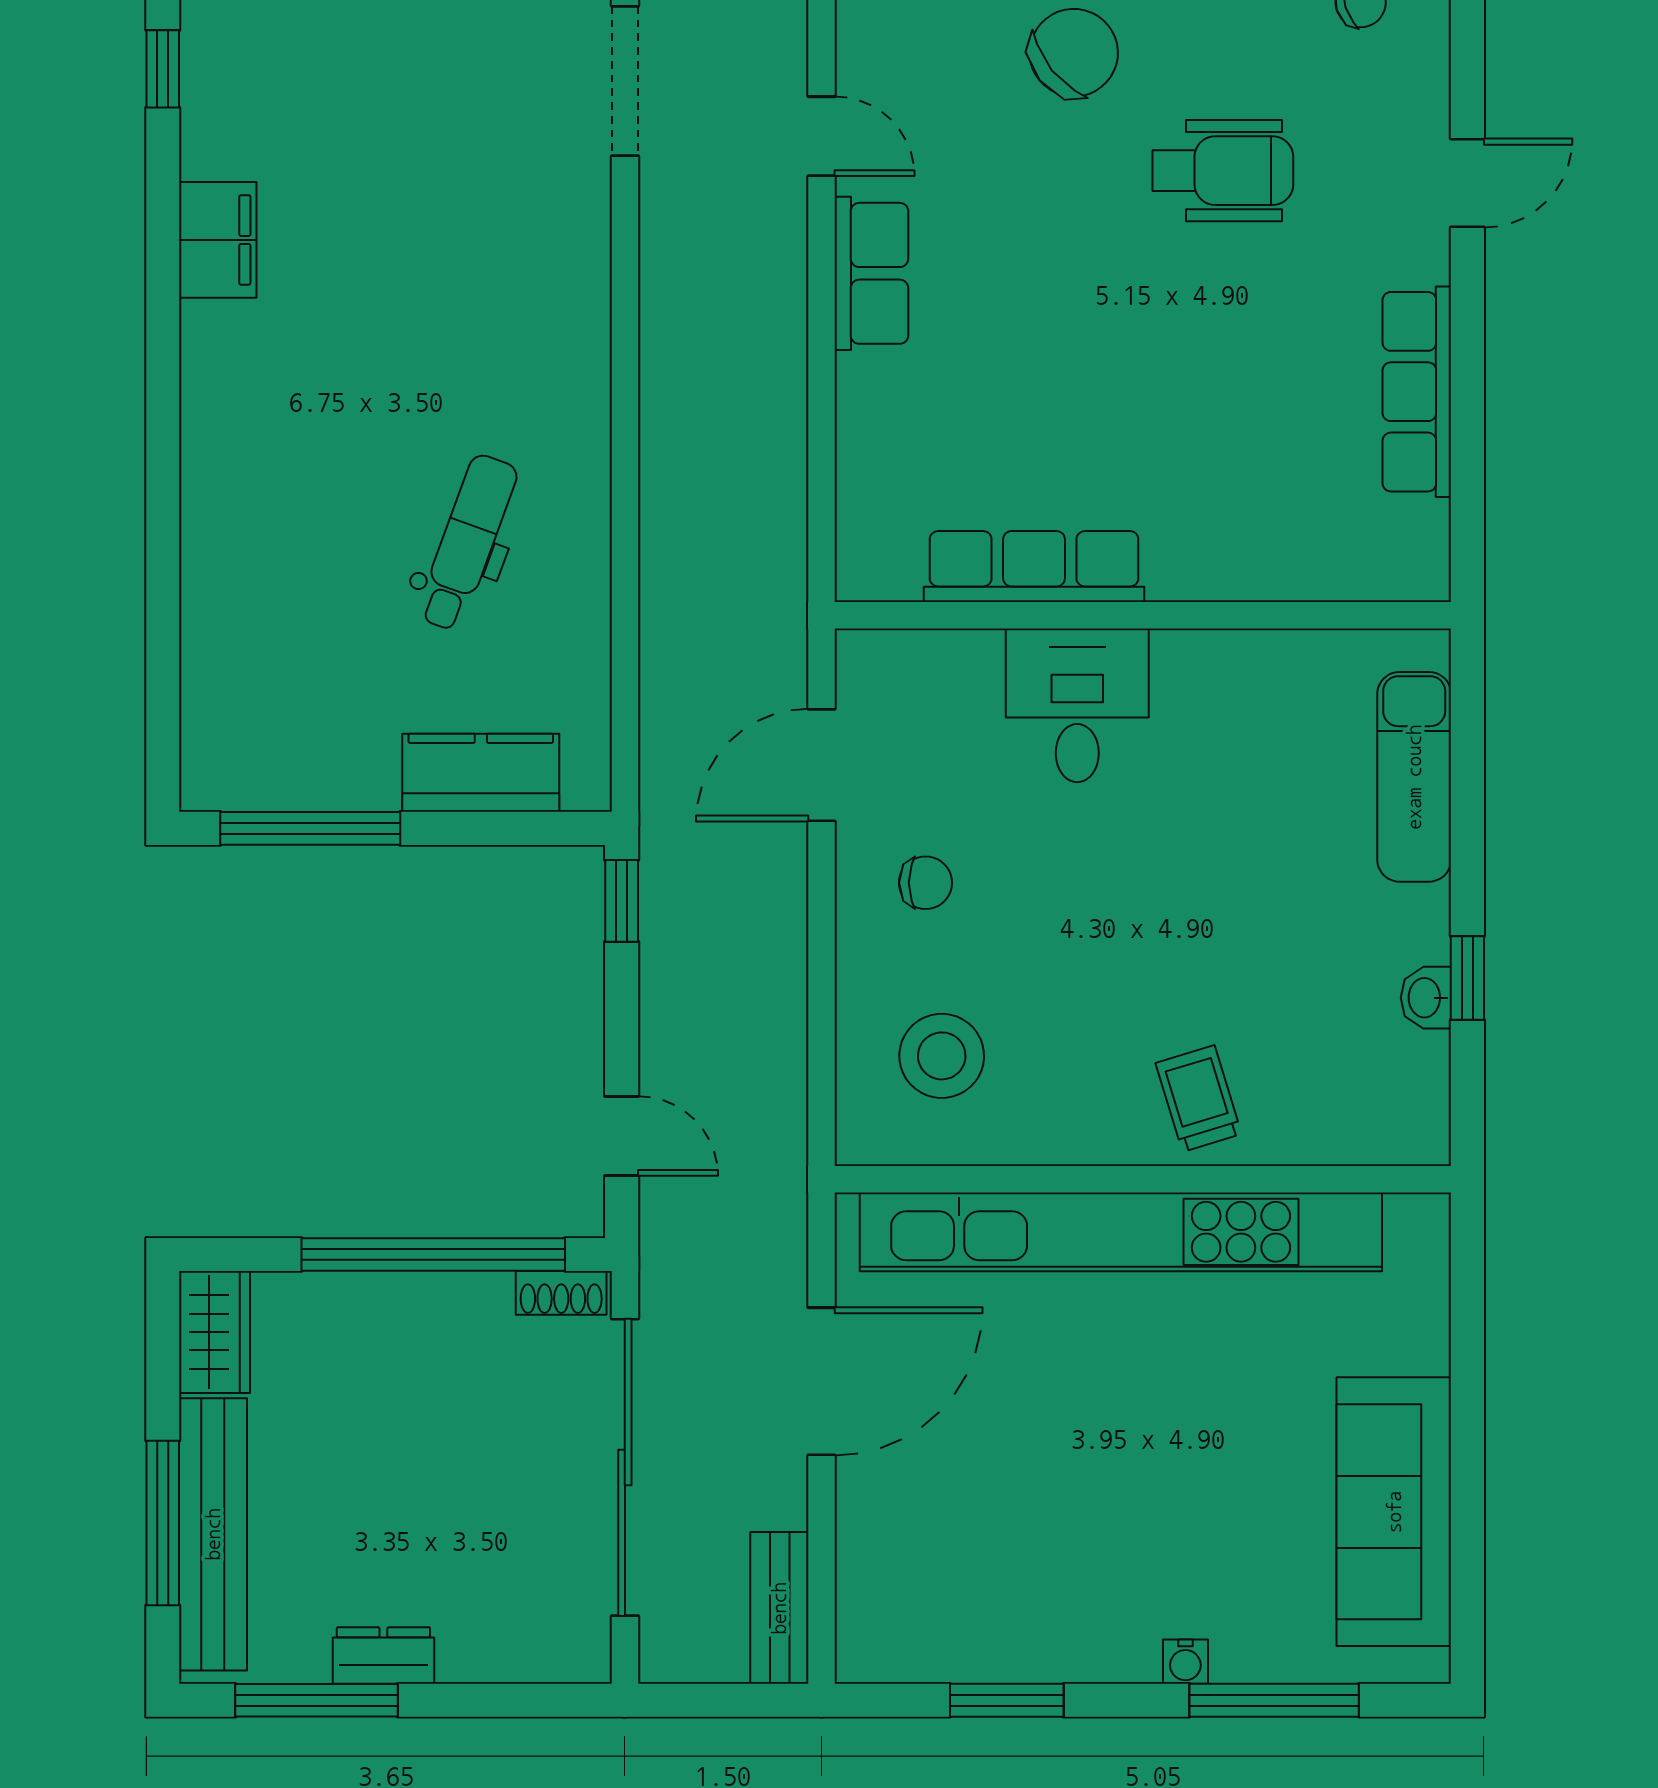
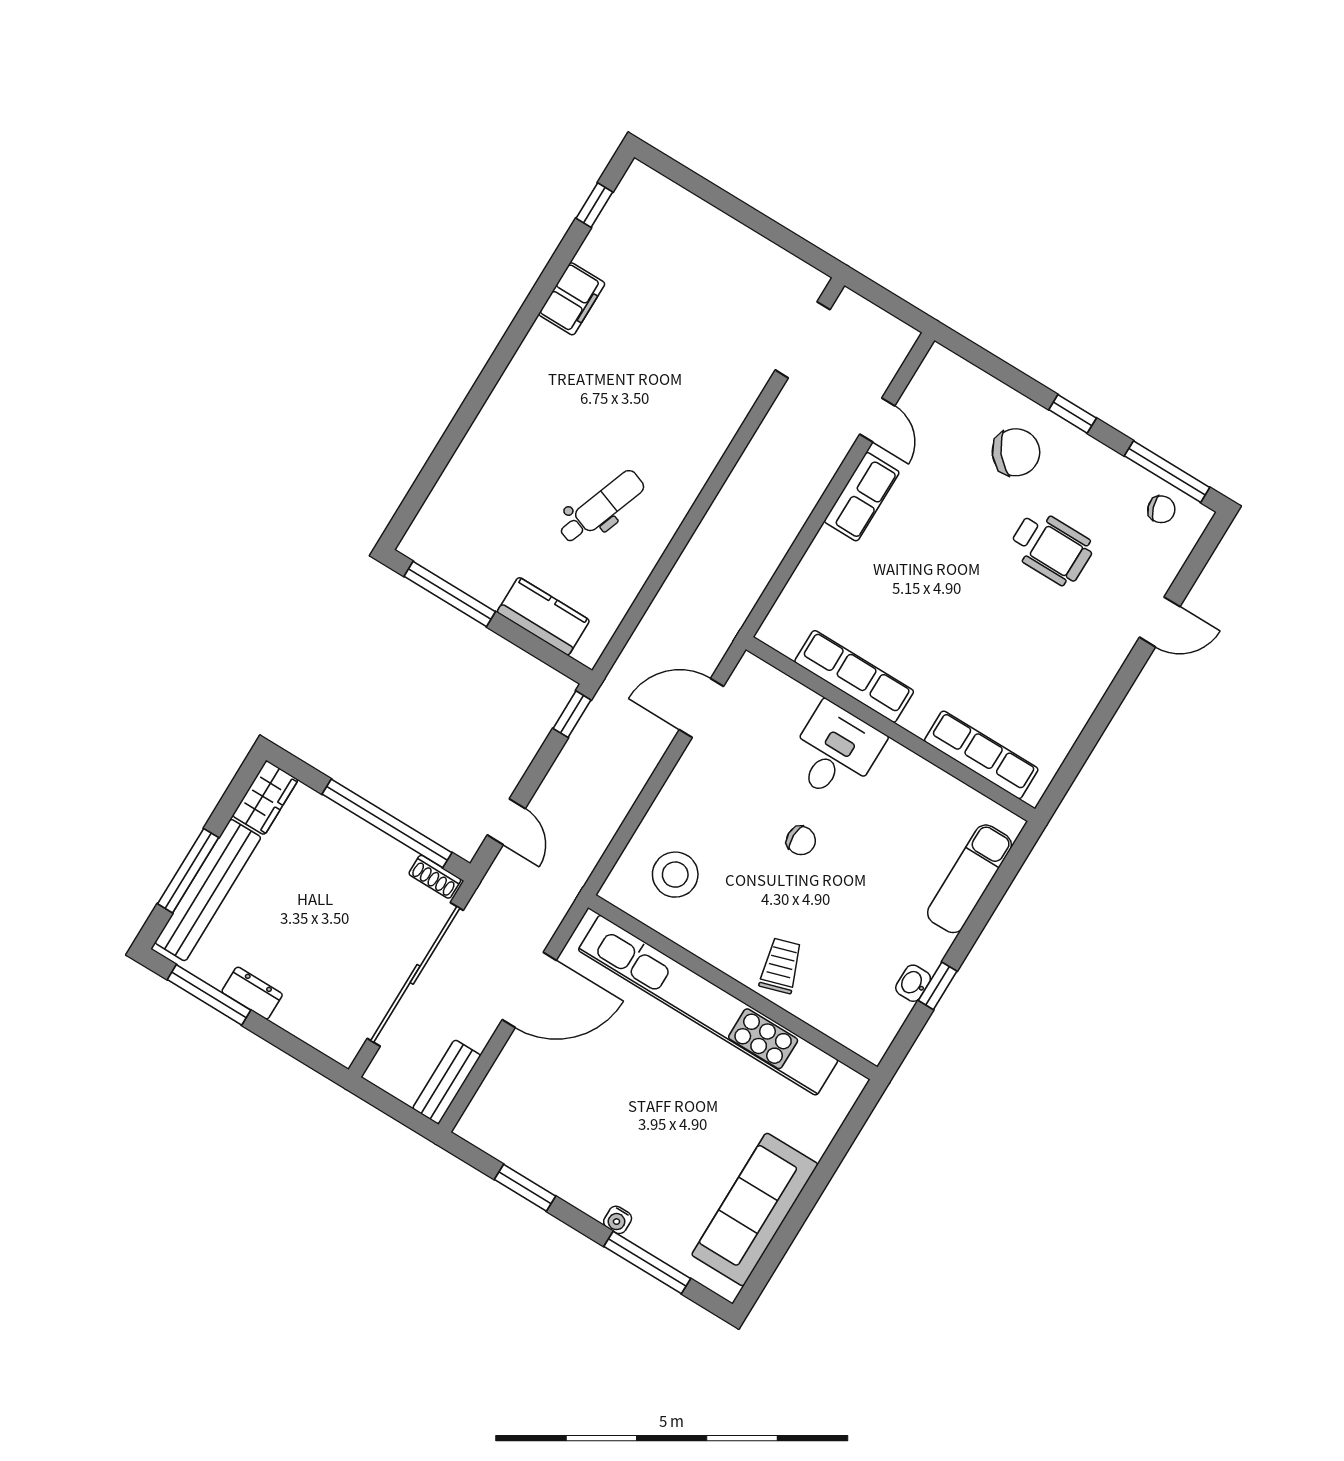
row of seats: (1417, 392) -> (981, 755), moved, turned 90
chair: (925, 883) -> (801, 840), moved

